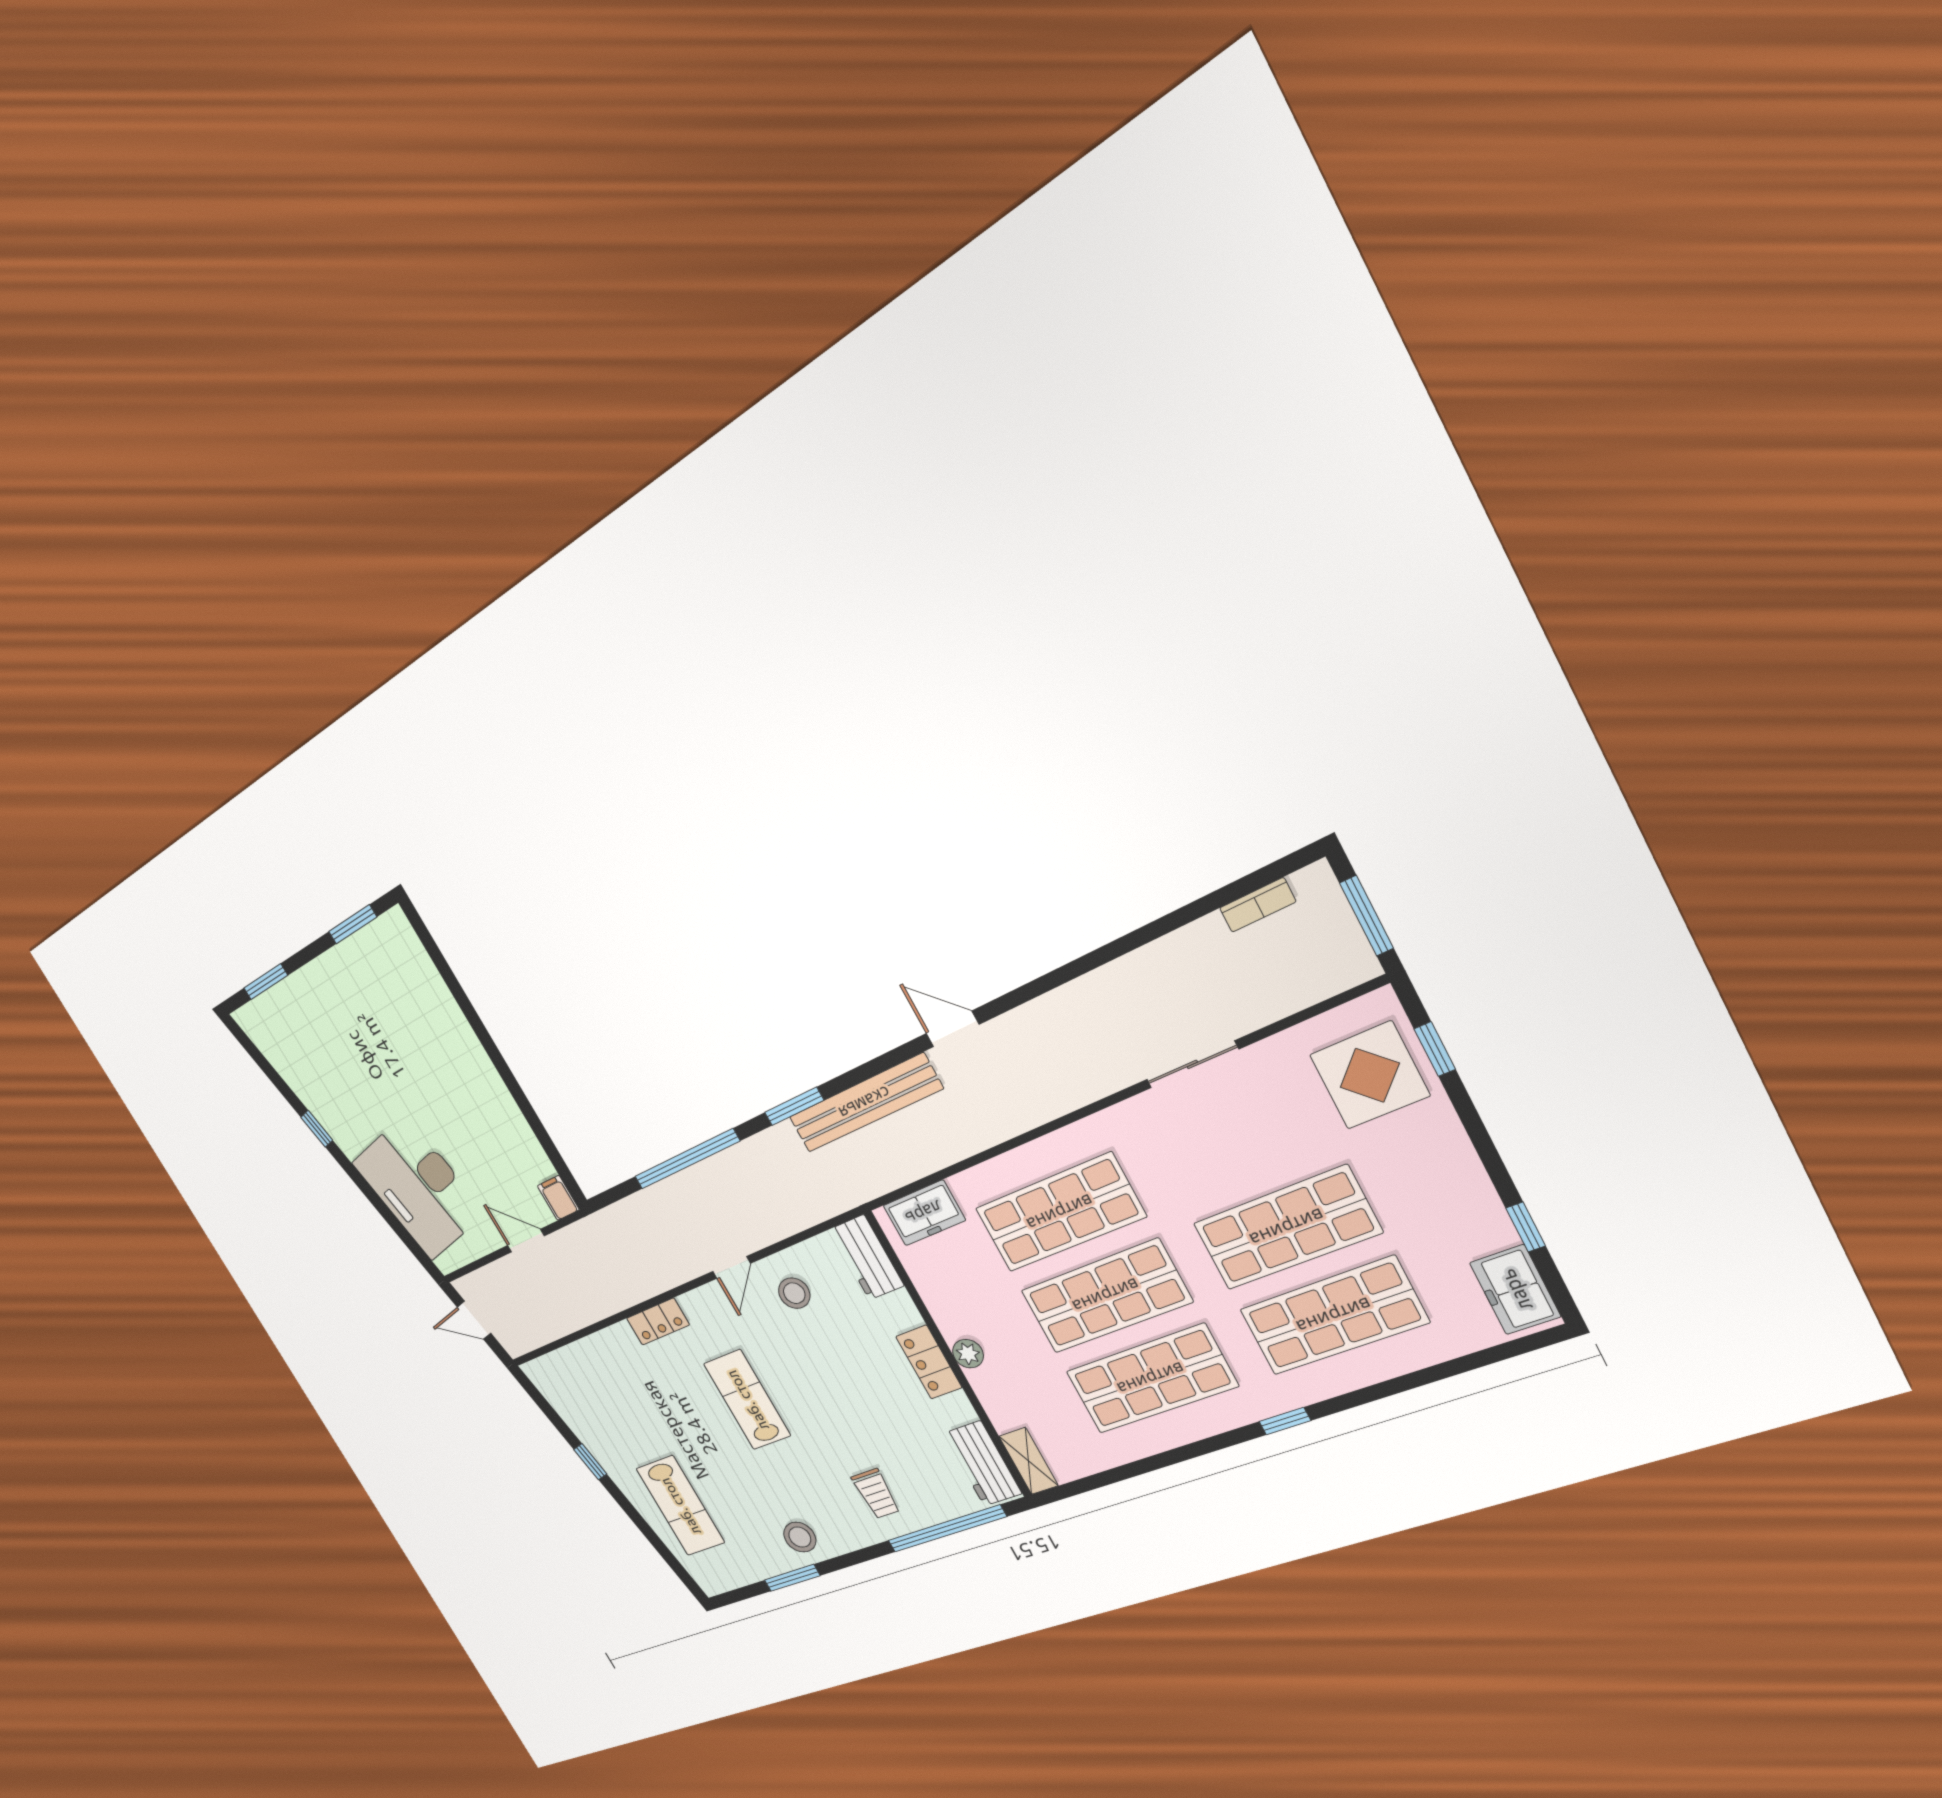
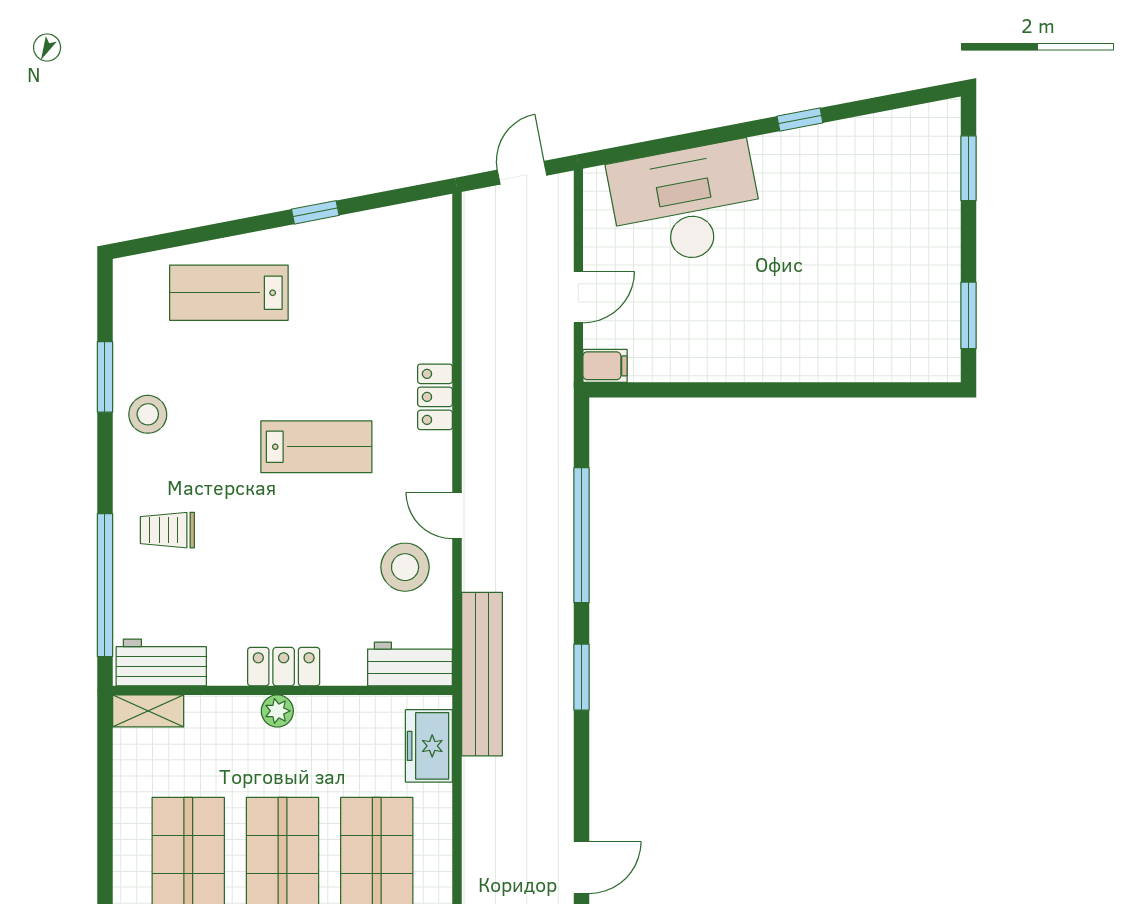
bench: (865, 1103) -> (482, 674), moved
stool: (794, 1293) -> (405, 567), width x1.38, depth x1.38

